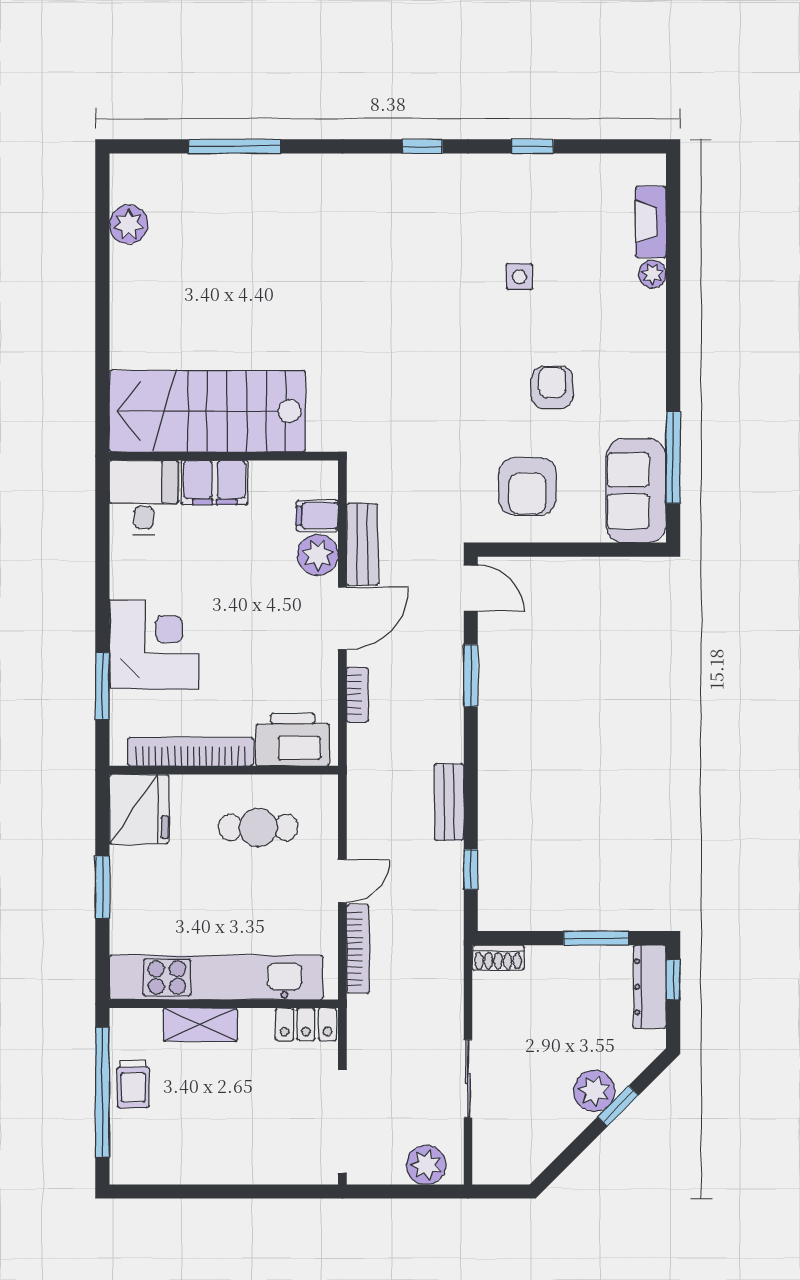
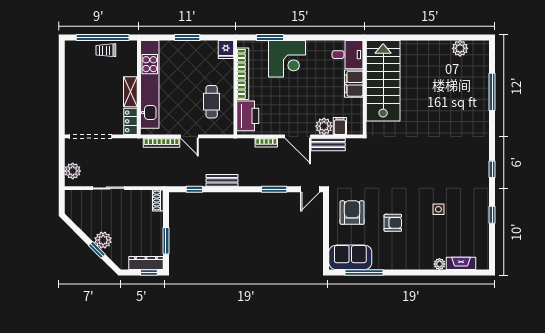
armchair: (527, 486) -> (352, 213), turned 90
fridge: (139, 809) -> (226, 49), width x0.53, depth x0.75
shelving: (200, 1025) -> (130, 92), moved

